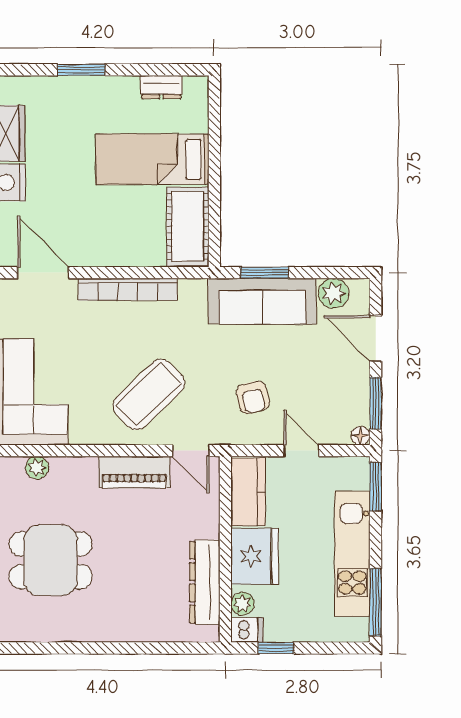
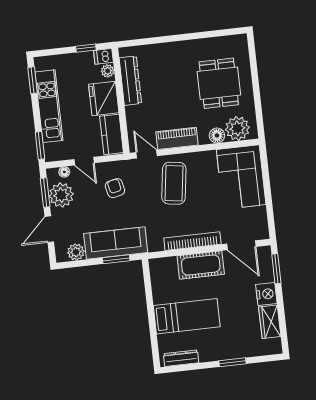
dresser: (161, 87) -> (181, 358), width x1.44
cot: (188, 226) -> (201, 265), moved, turned 90
door: (376, 339) -> (49, 229), swing flipped
coffee table: (149, 394) -> (174, 183), turned -38
plant: (348, 396) -> (61, 195), added
floor lamp: (361, 436) -> (64, 172), moved
plant: (37, 468) -> (237, 128), width x1.87, depth x1.87
floor lamp: (64, 469) -> (217, 135), added
dining table: (51, 560) -> (219, 83), turned 90
window: (376, 602) -> (33, 80), width x0.69

